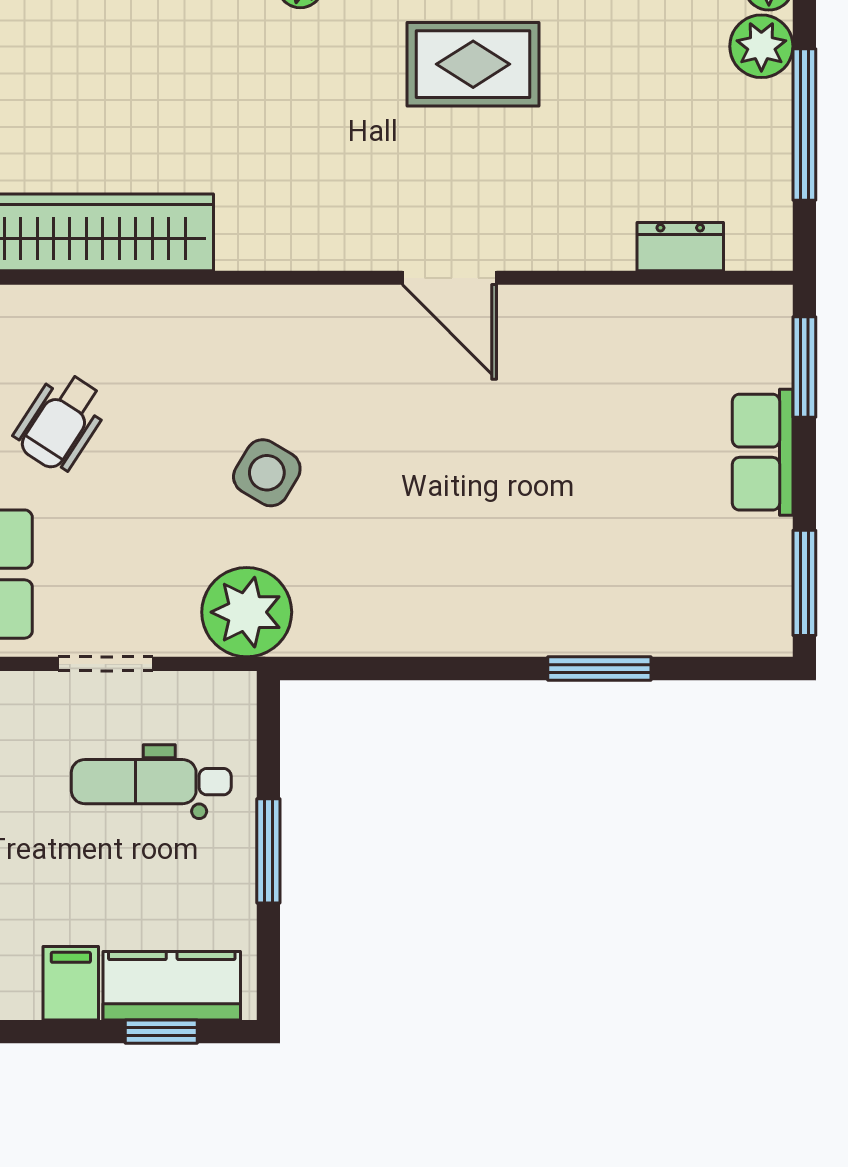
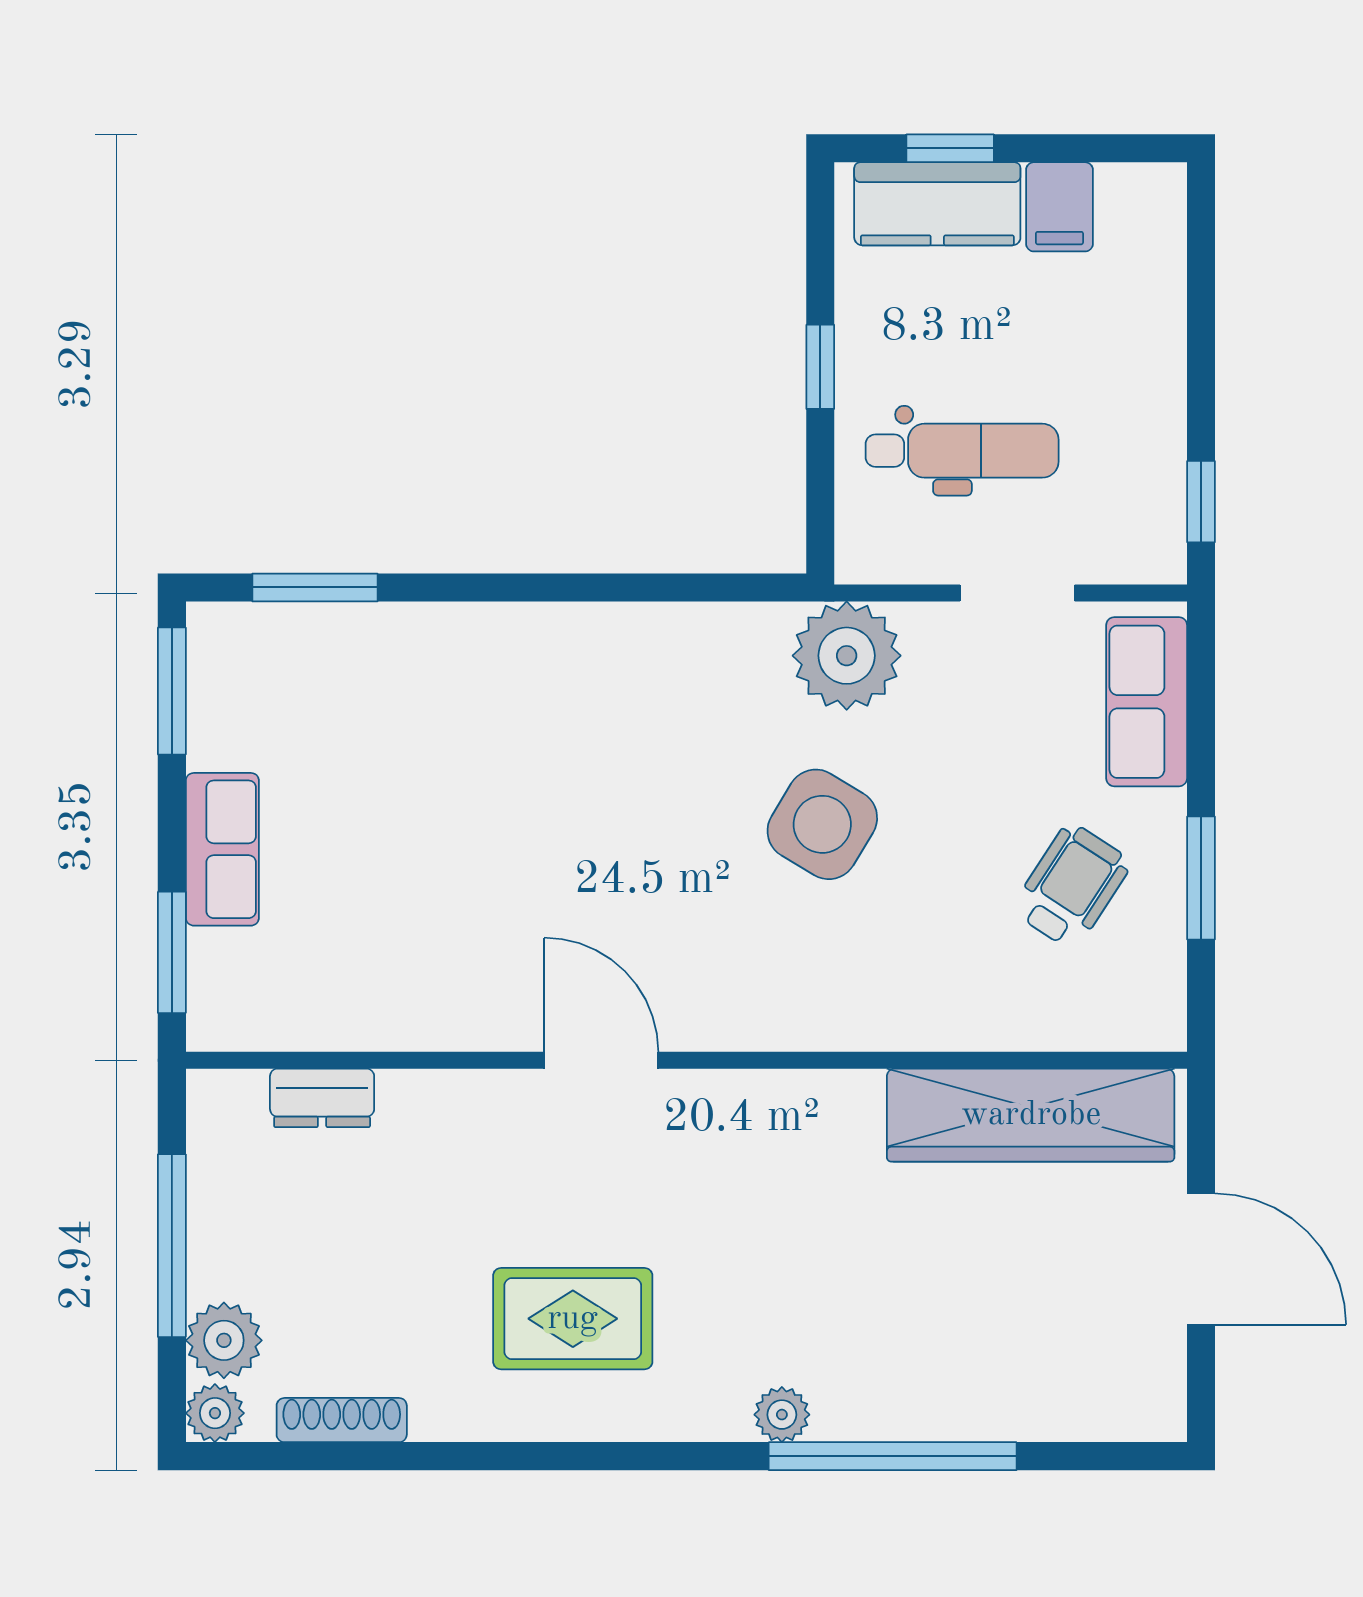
side table: (267, 473) -> (822, 824), width x1.37, depth x1.37
window: (599, 669) -> (315, 587), moved
window: (268, 851) -> (820, 367), width x0.67

